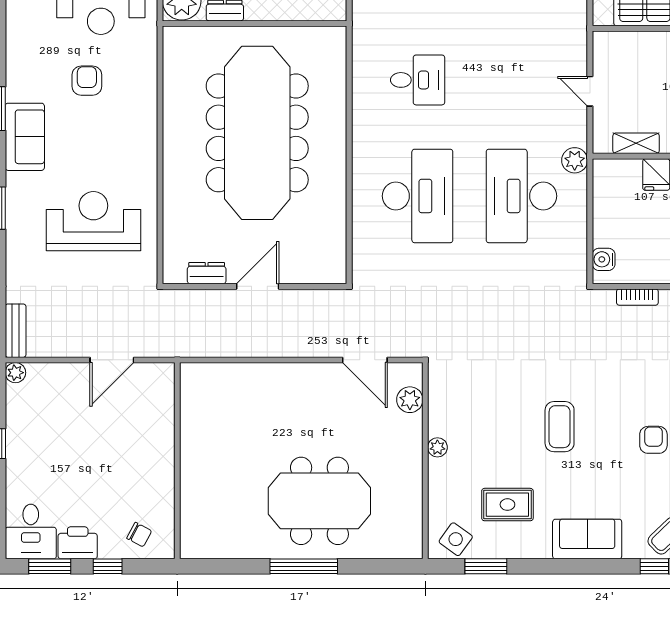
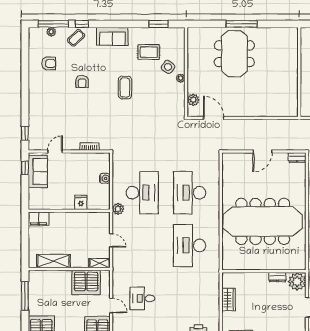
desk: (418, 80) -> (190, 246), width x1.87, depth x1.30
meeting table: (257, 133) -> (263, 221), turned 90
shelving: (636, 143) -> (100, 263), moved
water cooler: (604, 259) -> (105, 178), moved
dresser: (207, 273) -> (297, 158), moved
meeting table: (319, 501) -> (234, 54), turned 90
side table: (456, 539) -> (168, 67), moved

